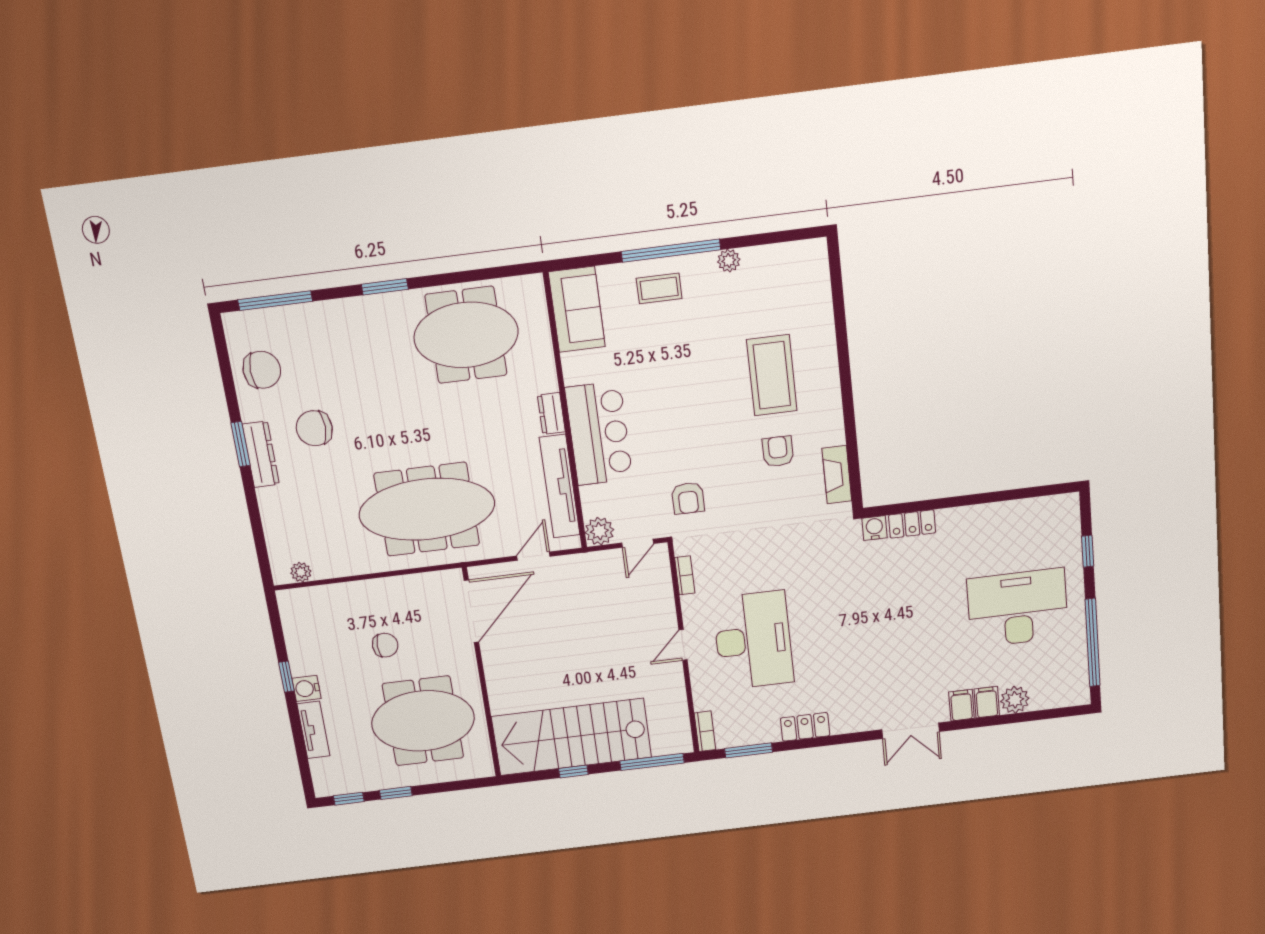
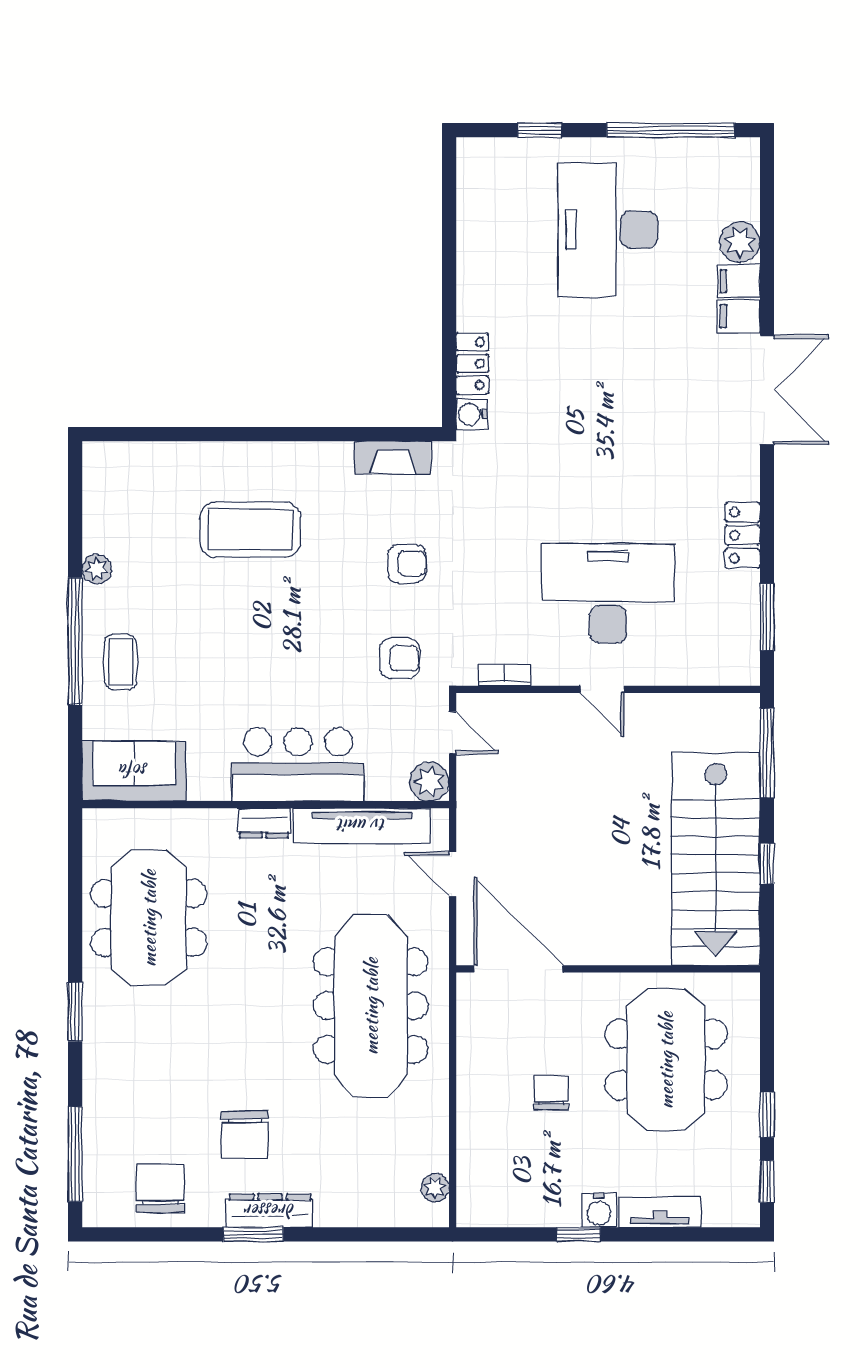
armchair: (778, 451) -> (407, 564), moved, turned 180
bookcase: (705, 731) -> (731, 674), removed
double door: (910, 731) -> (767, 390), width x1.37

